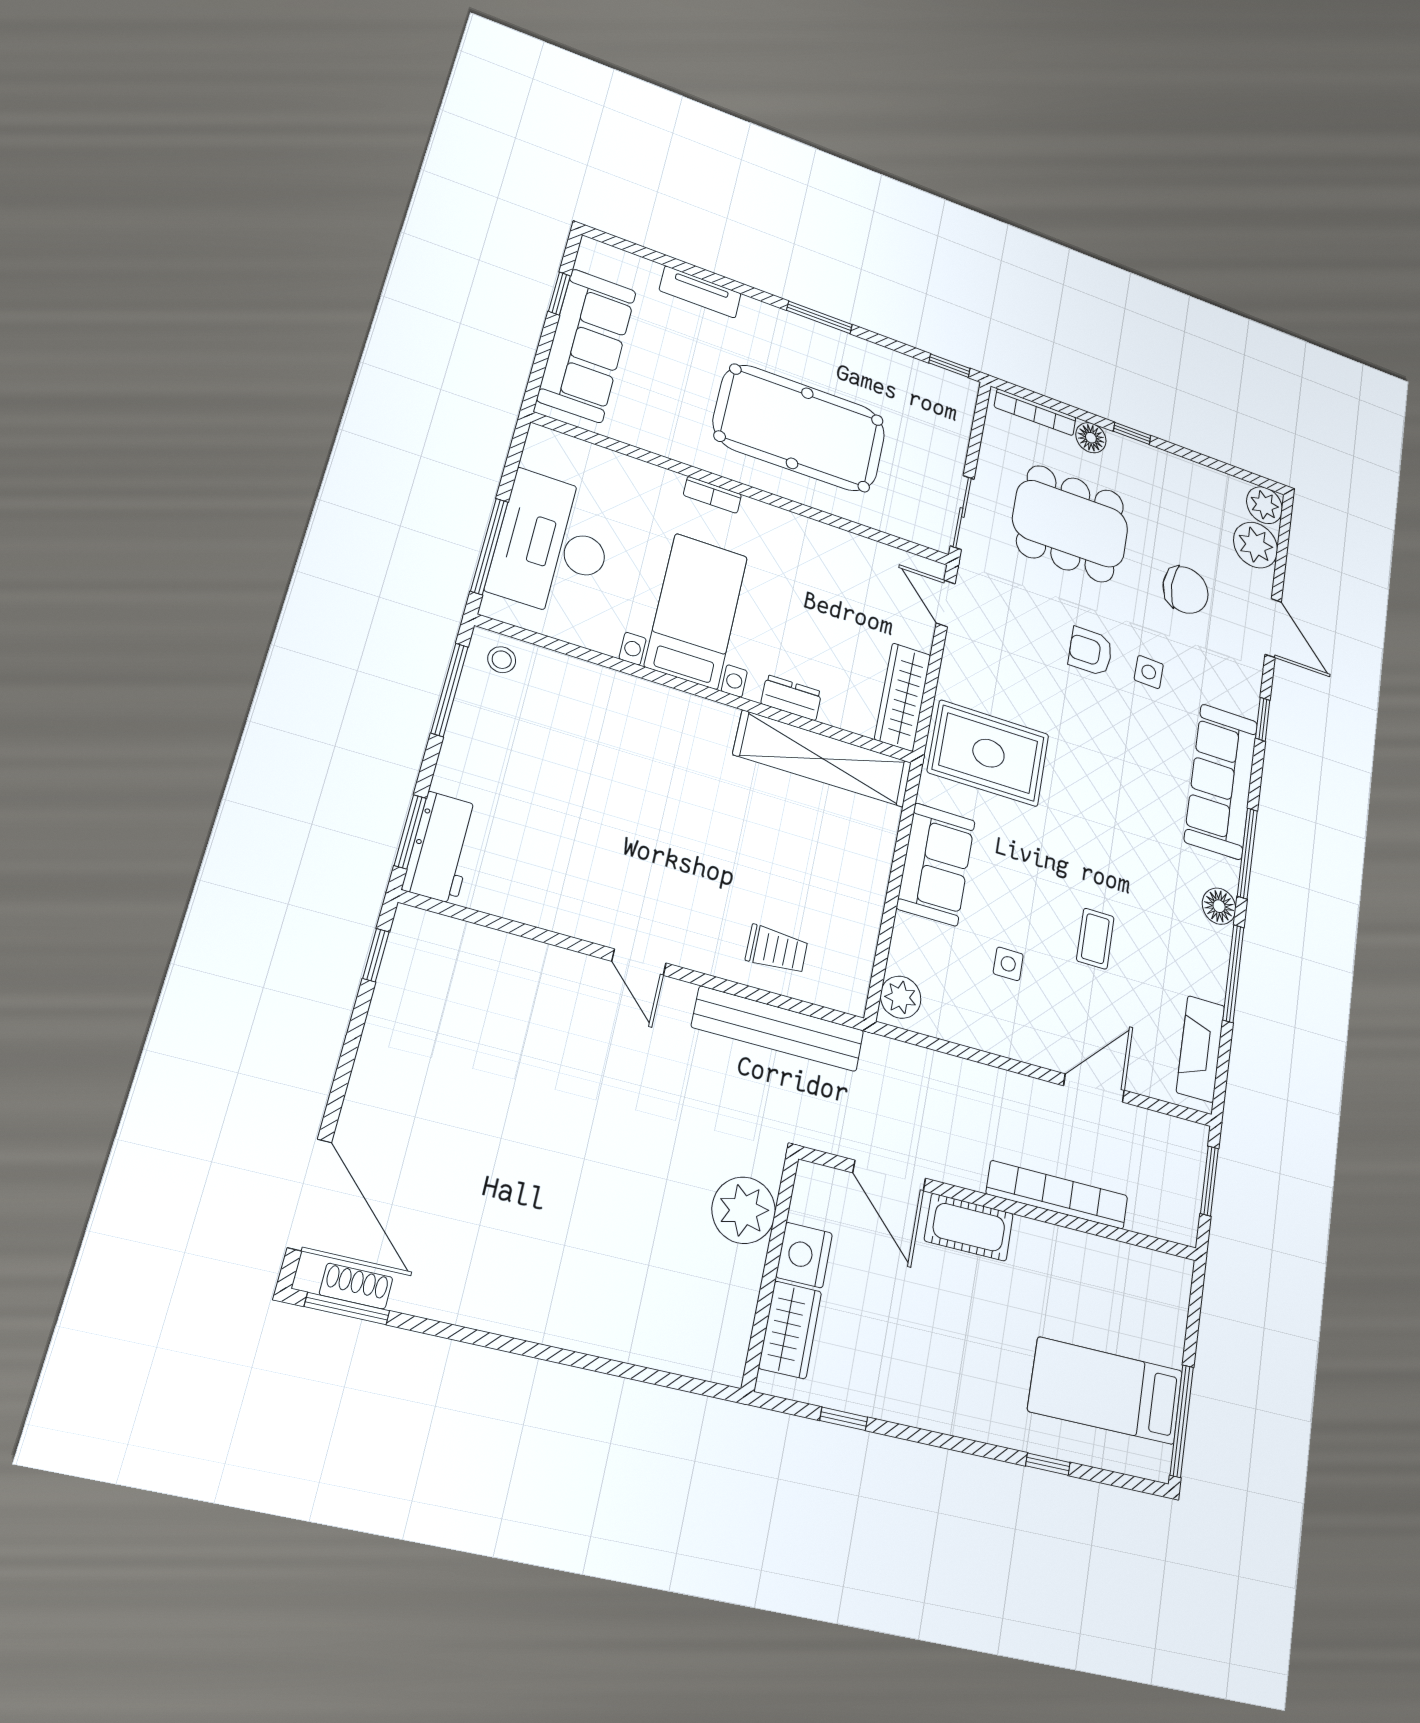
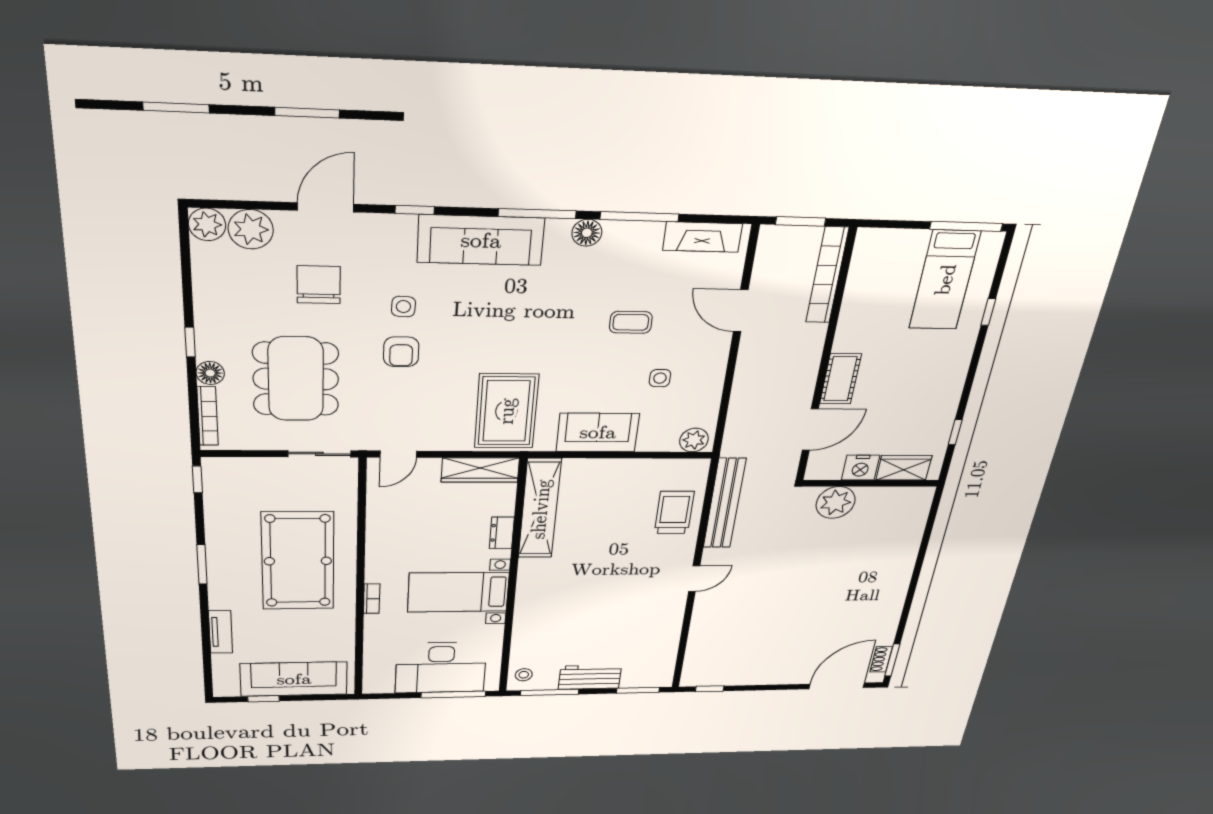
workbench: (442, 848) -> (590, 677), moved
trolley: (777, 950) -> (674, 513), width x1.36, depth x1.39
bookcase: (1057, 1195) -> (827, 275), moved

